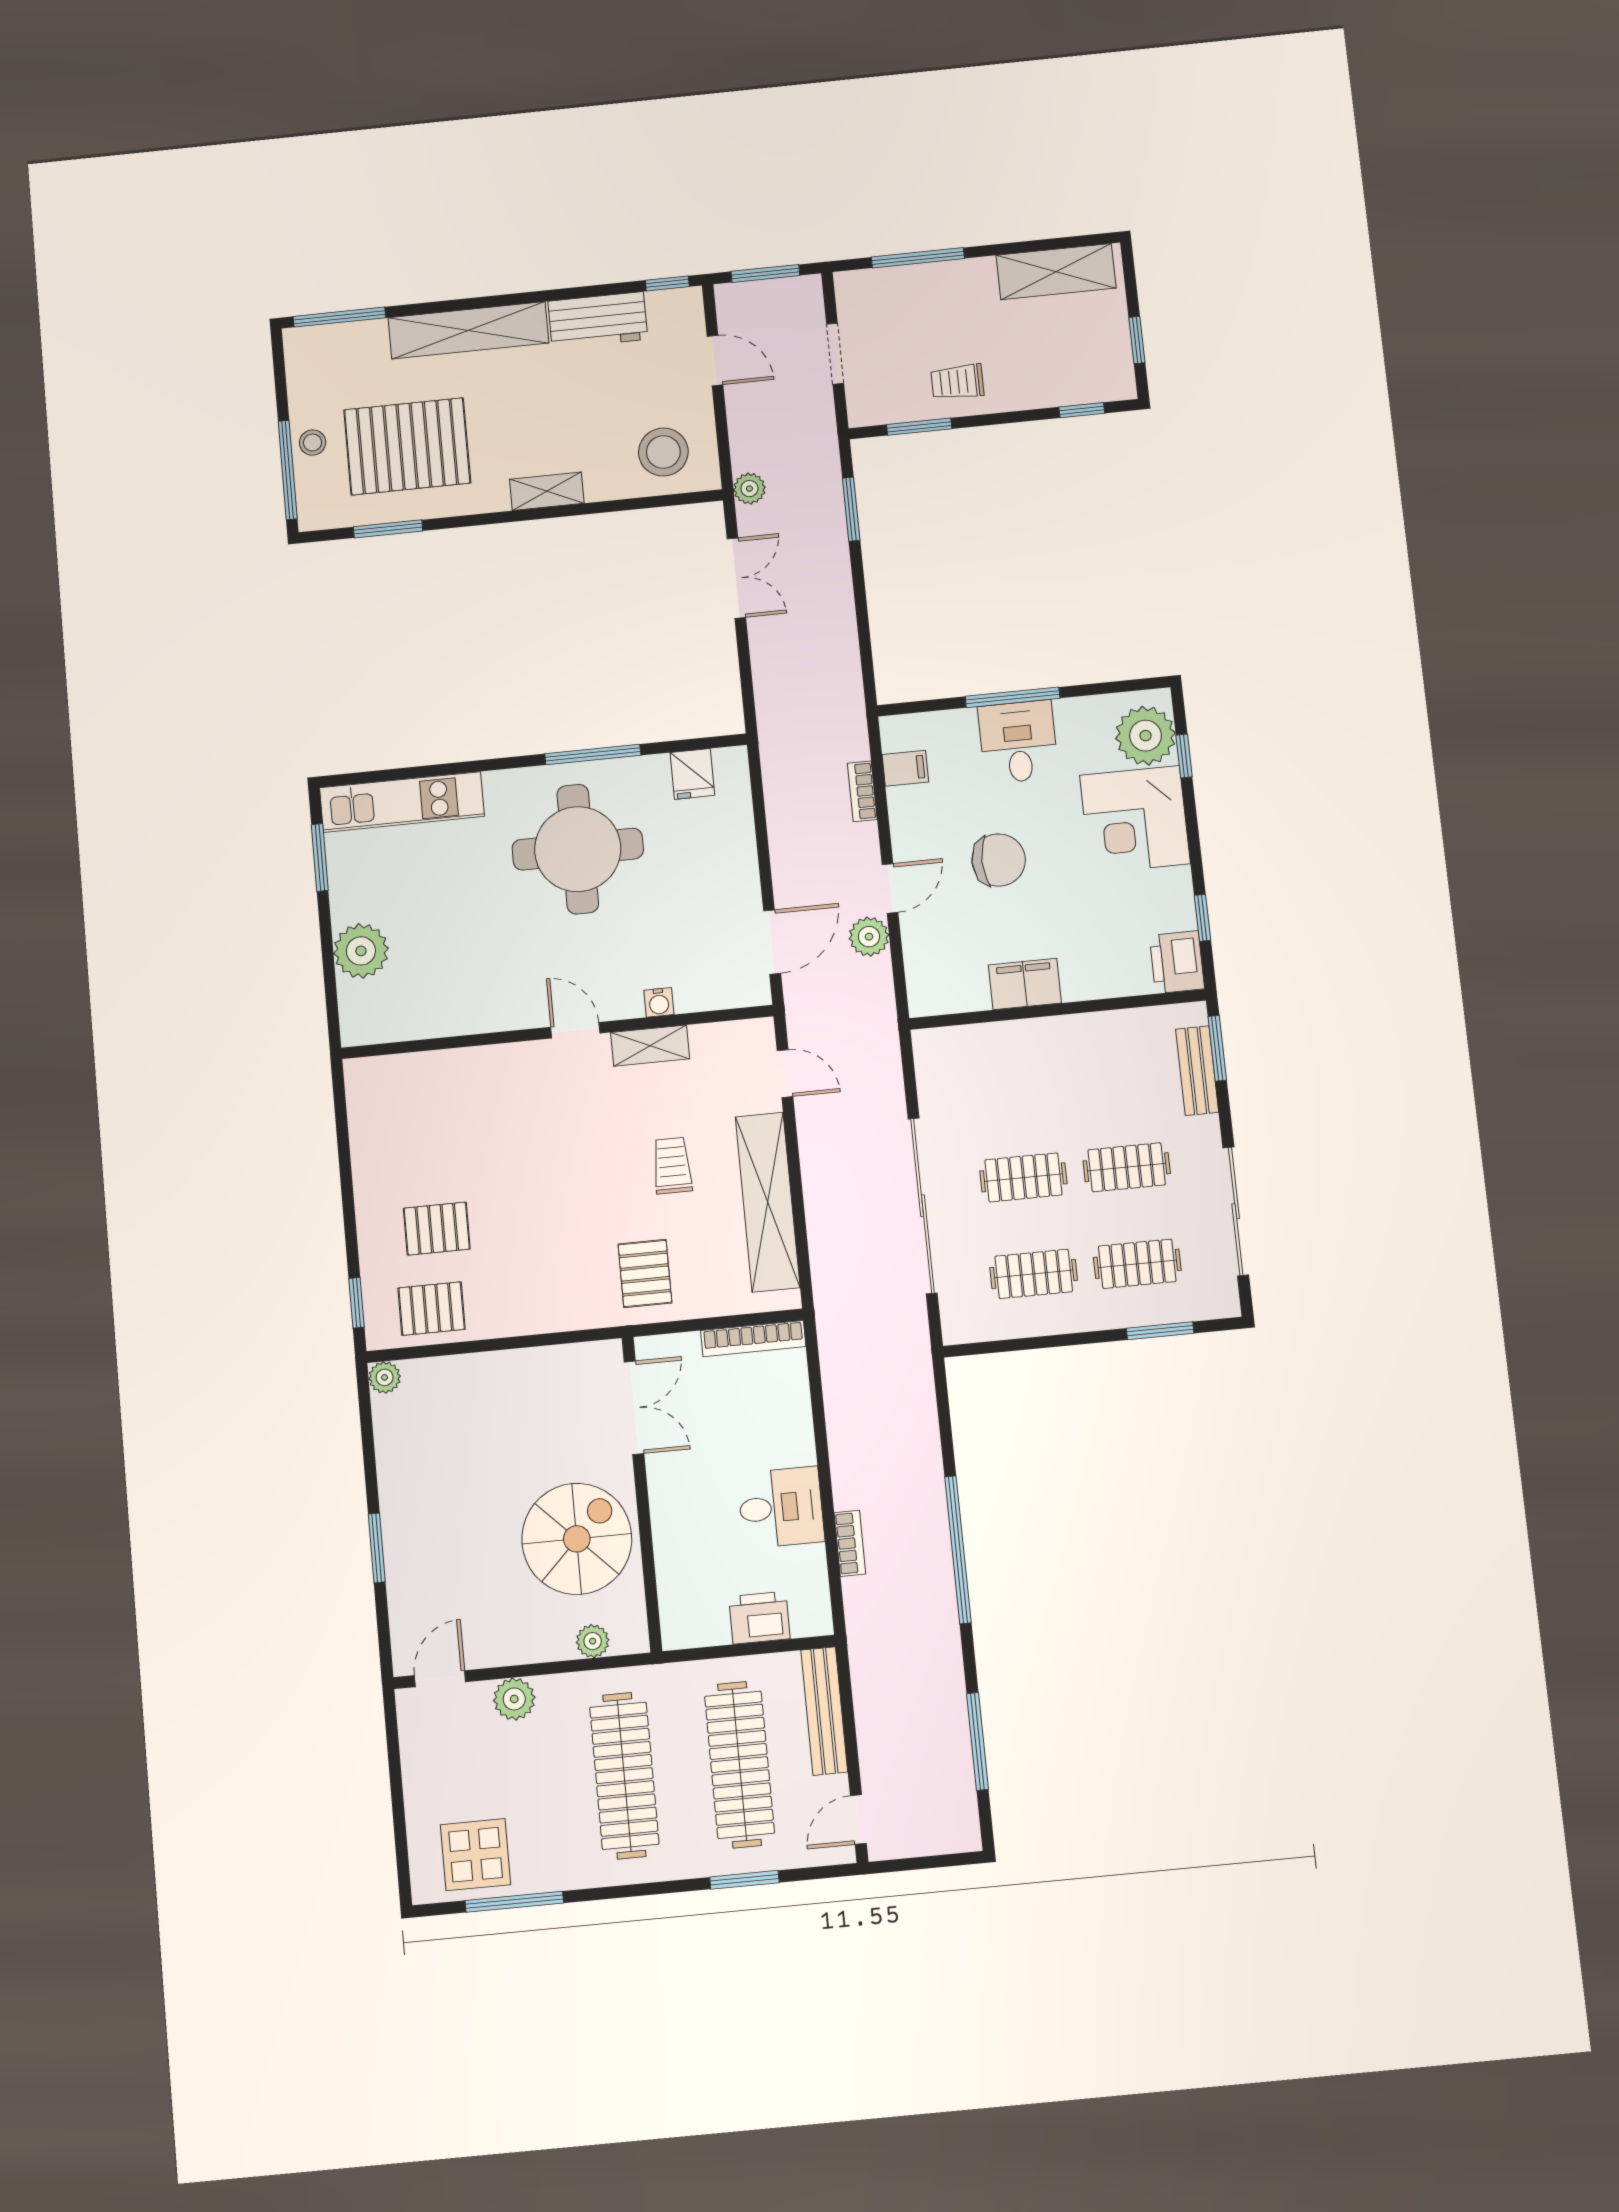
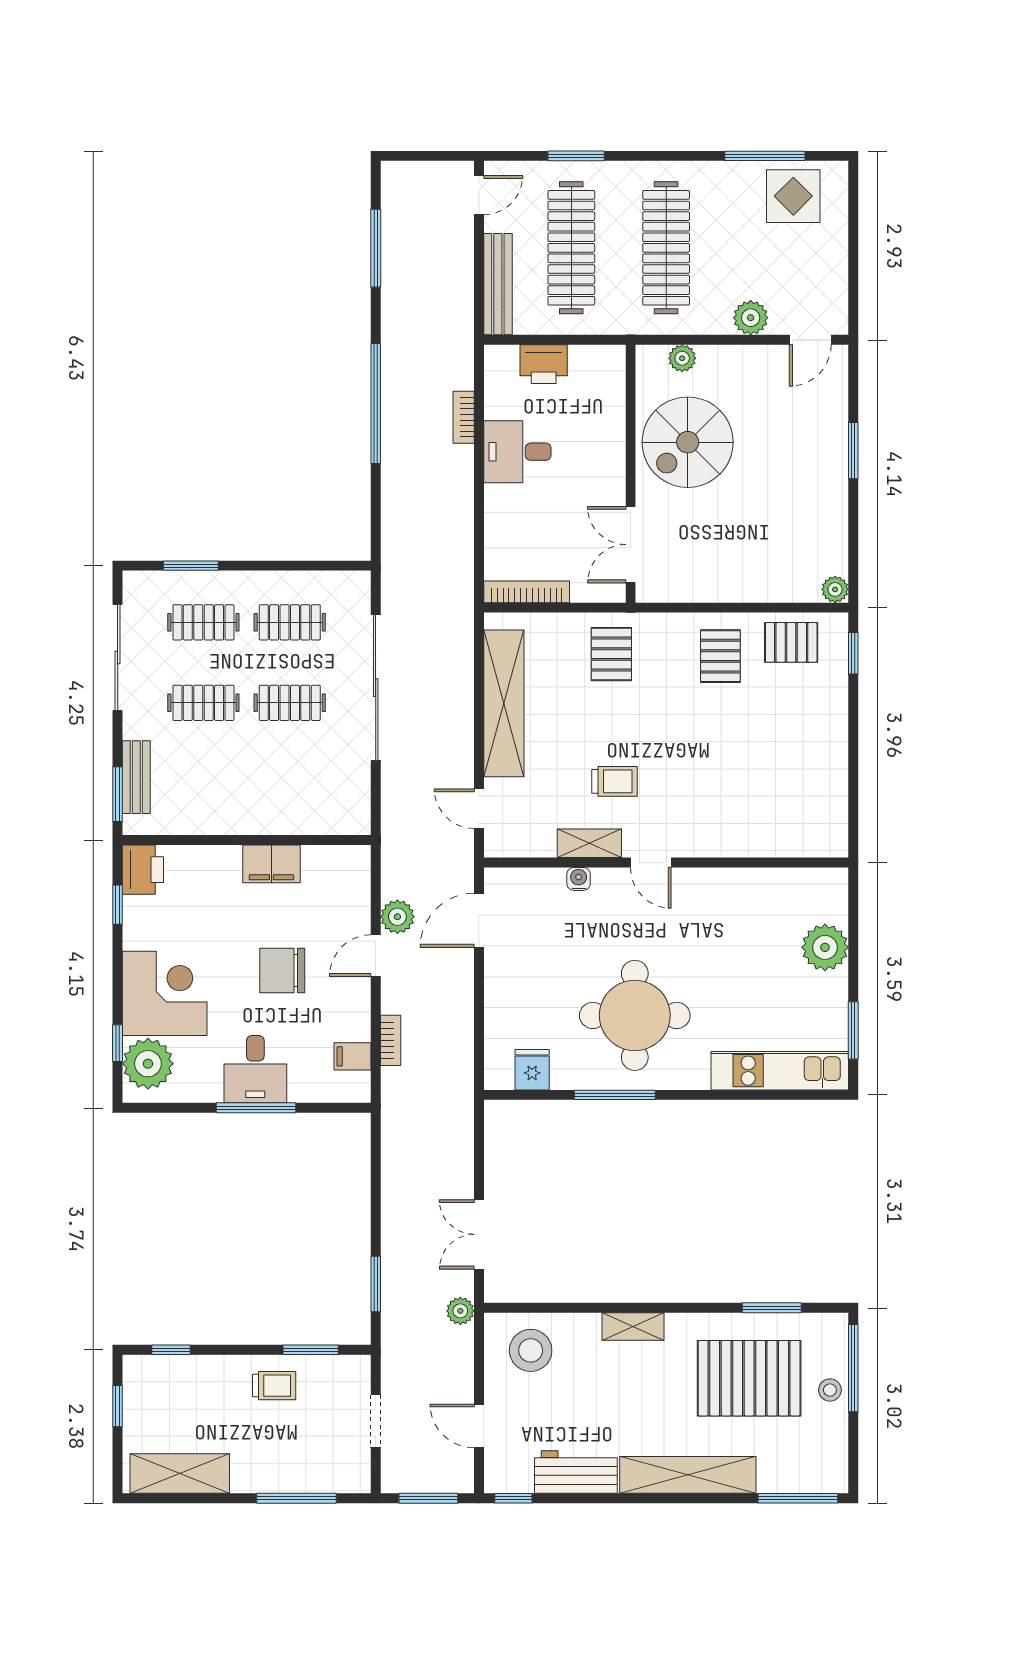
trolley: (672, 1166) -> (615, 781), moved, turned -90
pallet: (437, 1229) -> (720, 656), moved, turned 90

